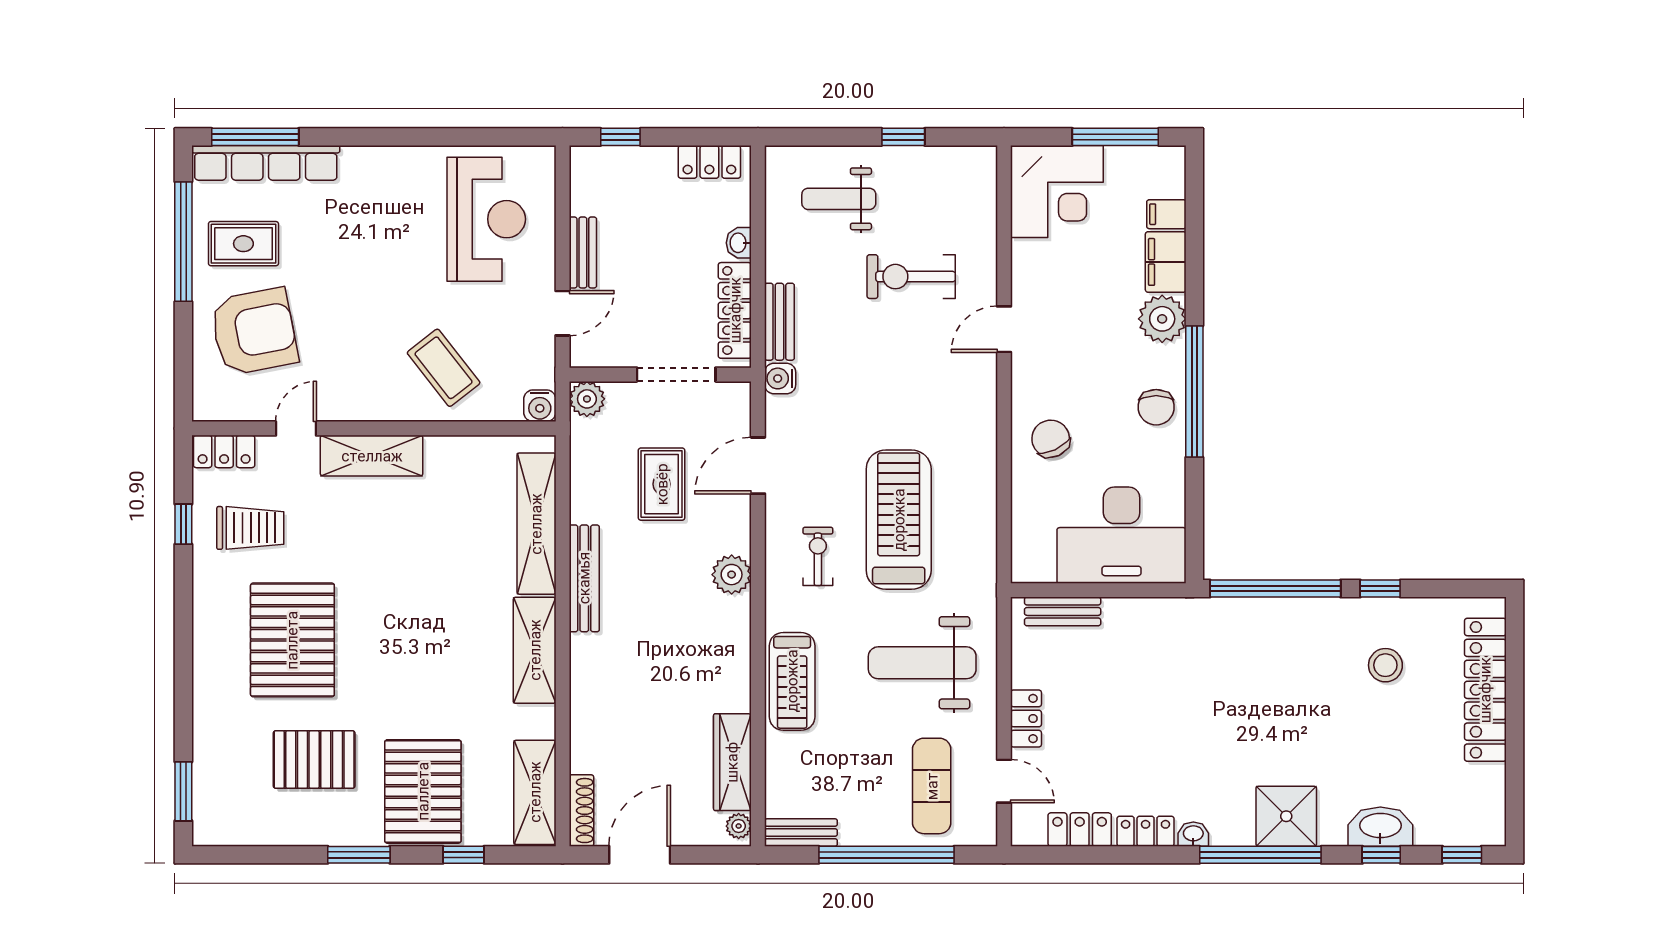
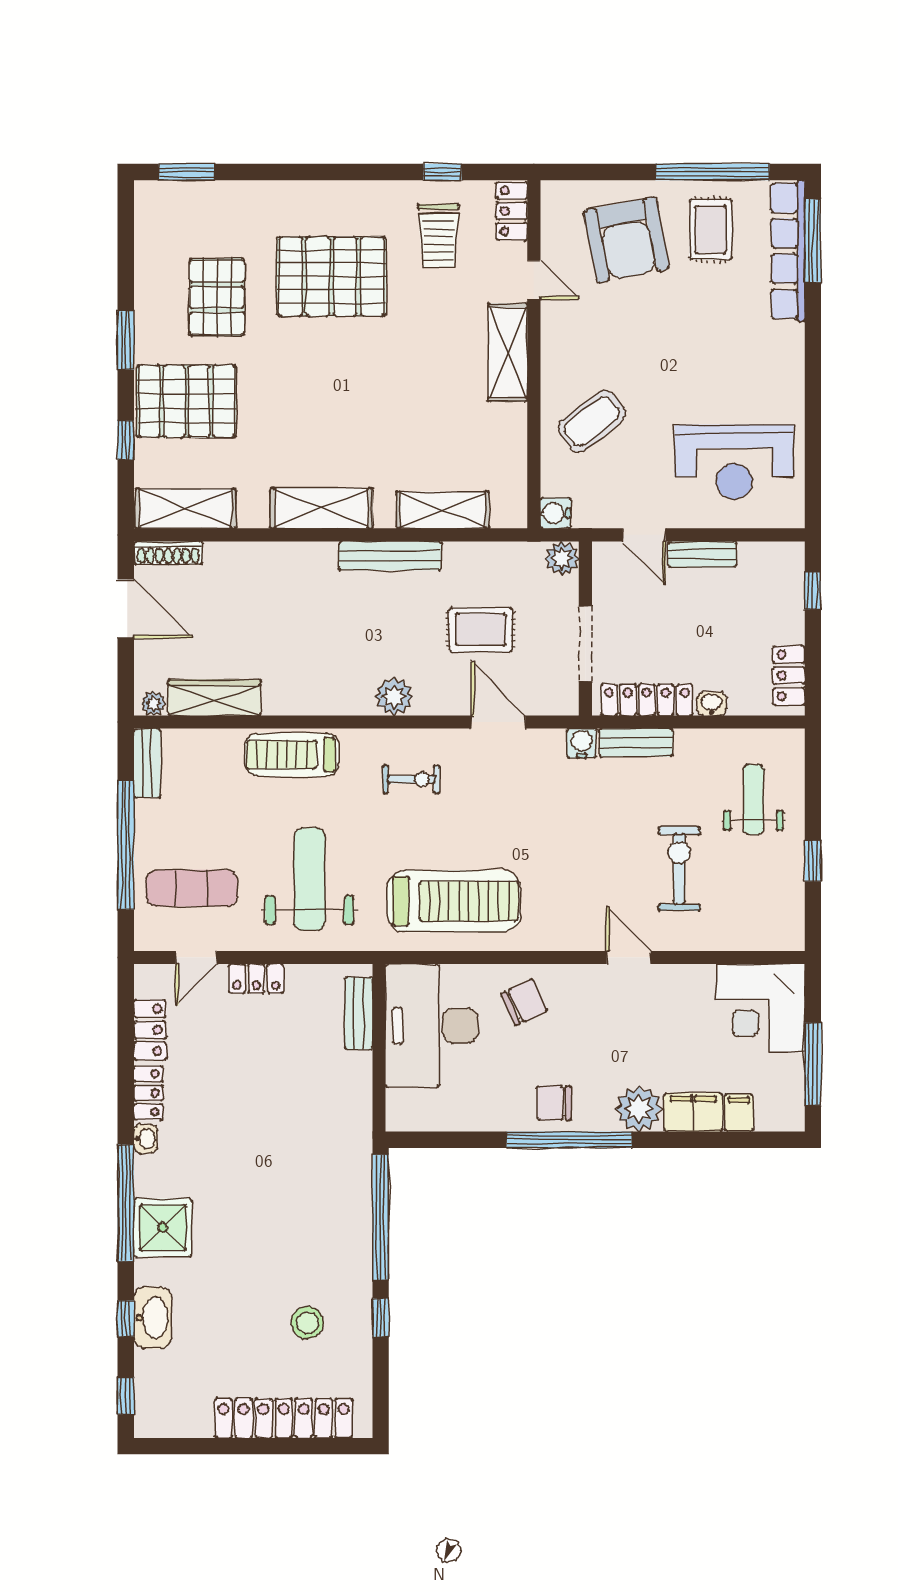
treadmill: (899, 520) -> (454, 901), moved
shelving: (536, 524) -> (443, 510), width x0.68
desk: (1122, 535) -> (432, 1026), moved

